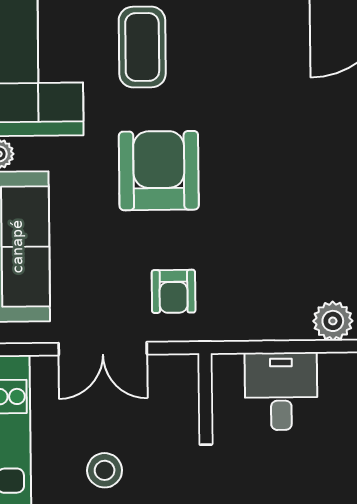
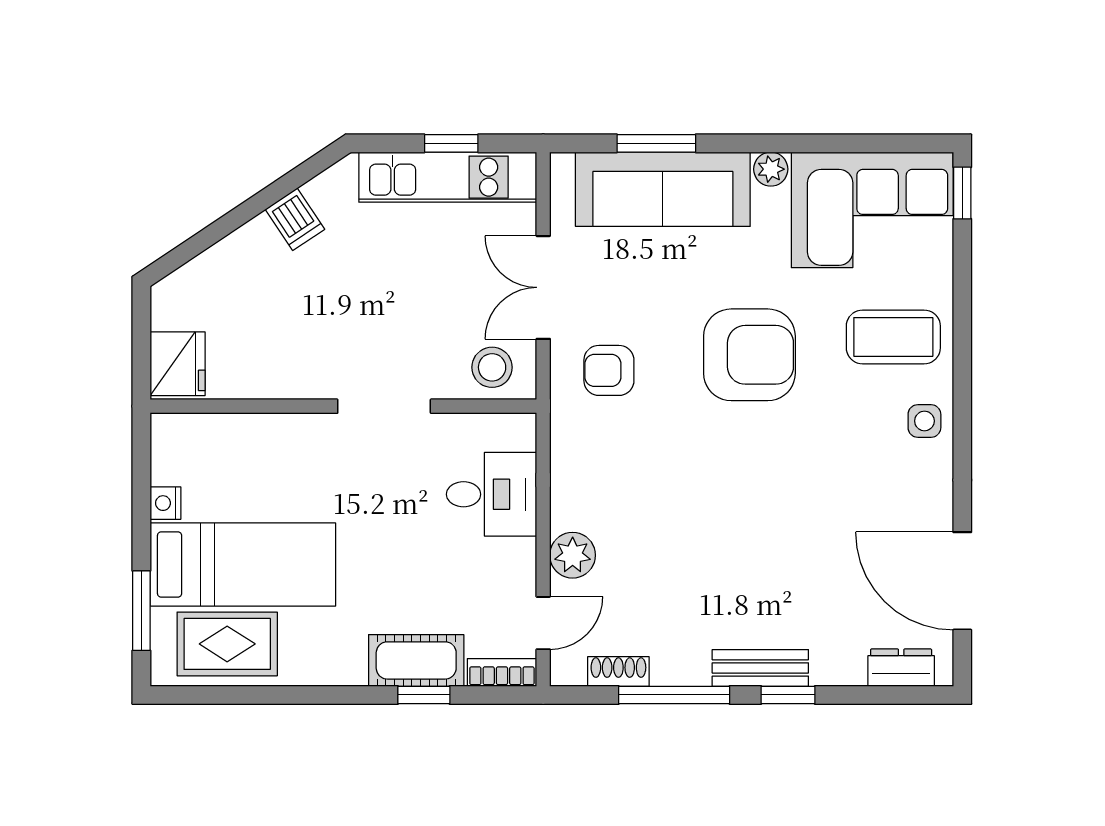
side table: (214, 19) -> (924, 421), added
stool: (105, 470) -> (492, 367), moved

